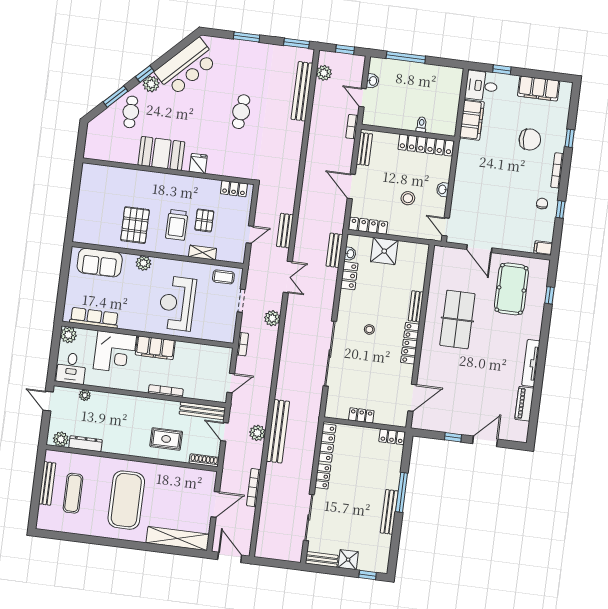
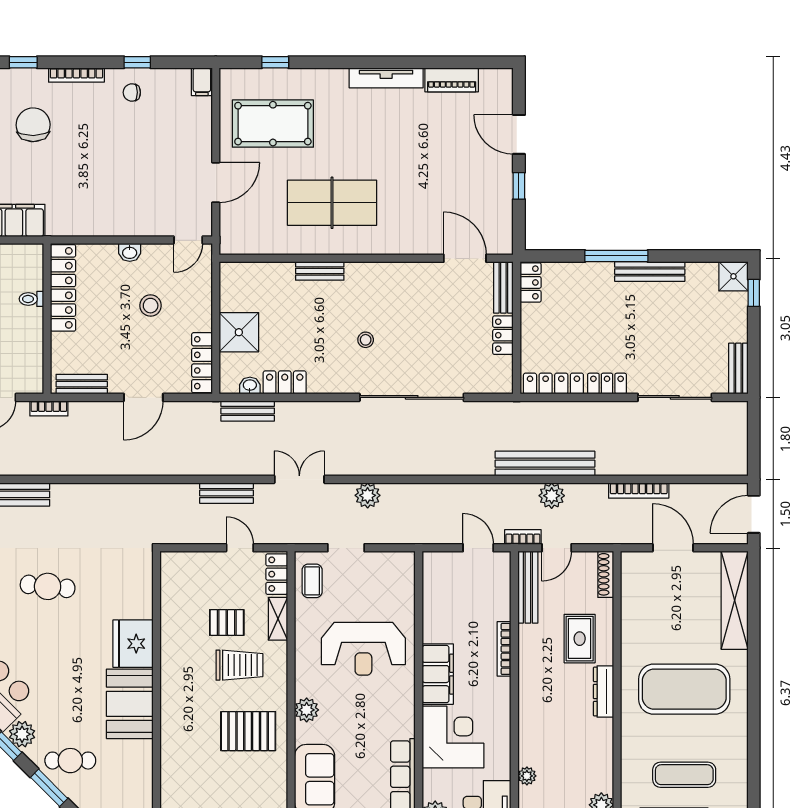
fridge: (198, 163) -> (133, 644), width x1.88, depth x1.34
locker: (234, 189) -> (277, 574), moved, turned 180
locker: (410, 343) -> (379, 273), removed
bookcase: (243, 344) -> (523, 537), moved
bench: (391, 419) -> (503, 287), added
dresser: (85, 444) -> (603, 692), moved
shower: (348, 560) -> (733, 276), moved

